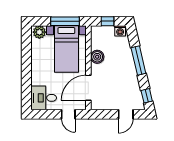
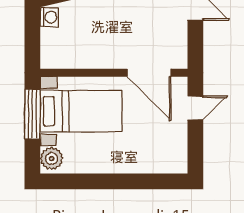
window: (108, 21) -> (32, 39), removed
boiler: (97, 57) -> (95, 57), removed
desk: (44, 98) -> (167, 151), removed

